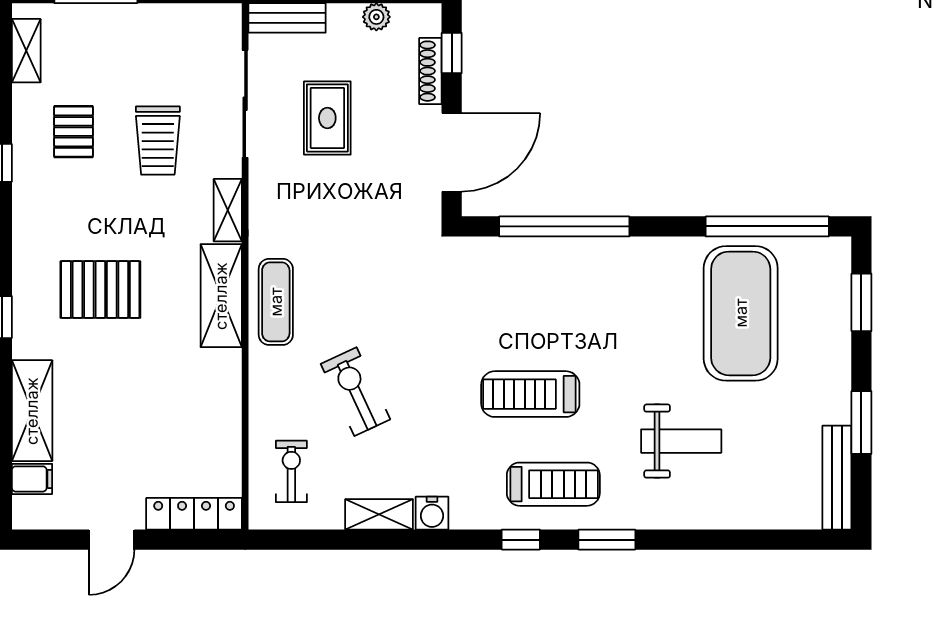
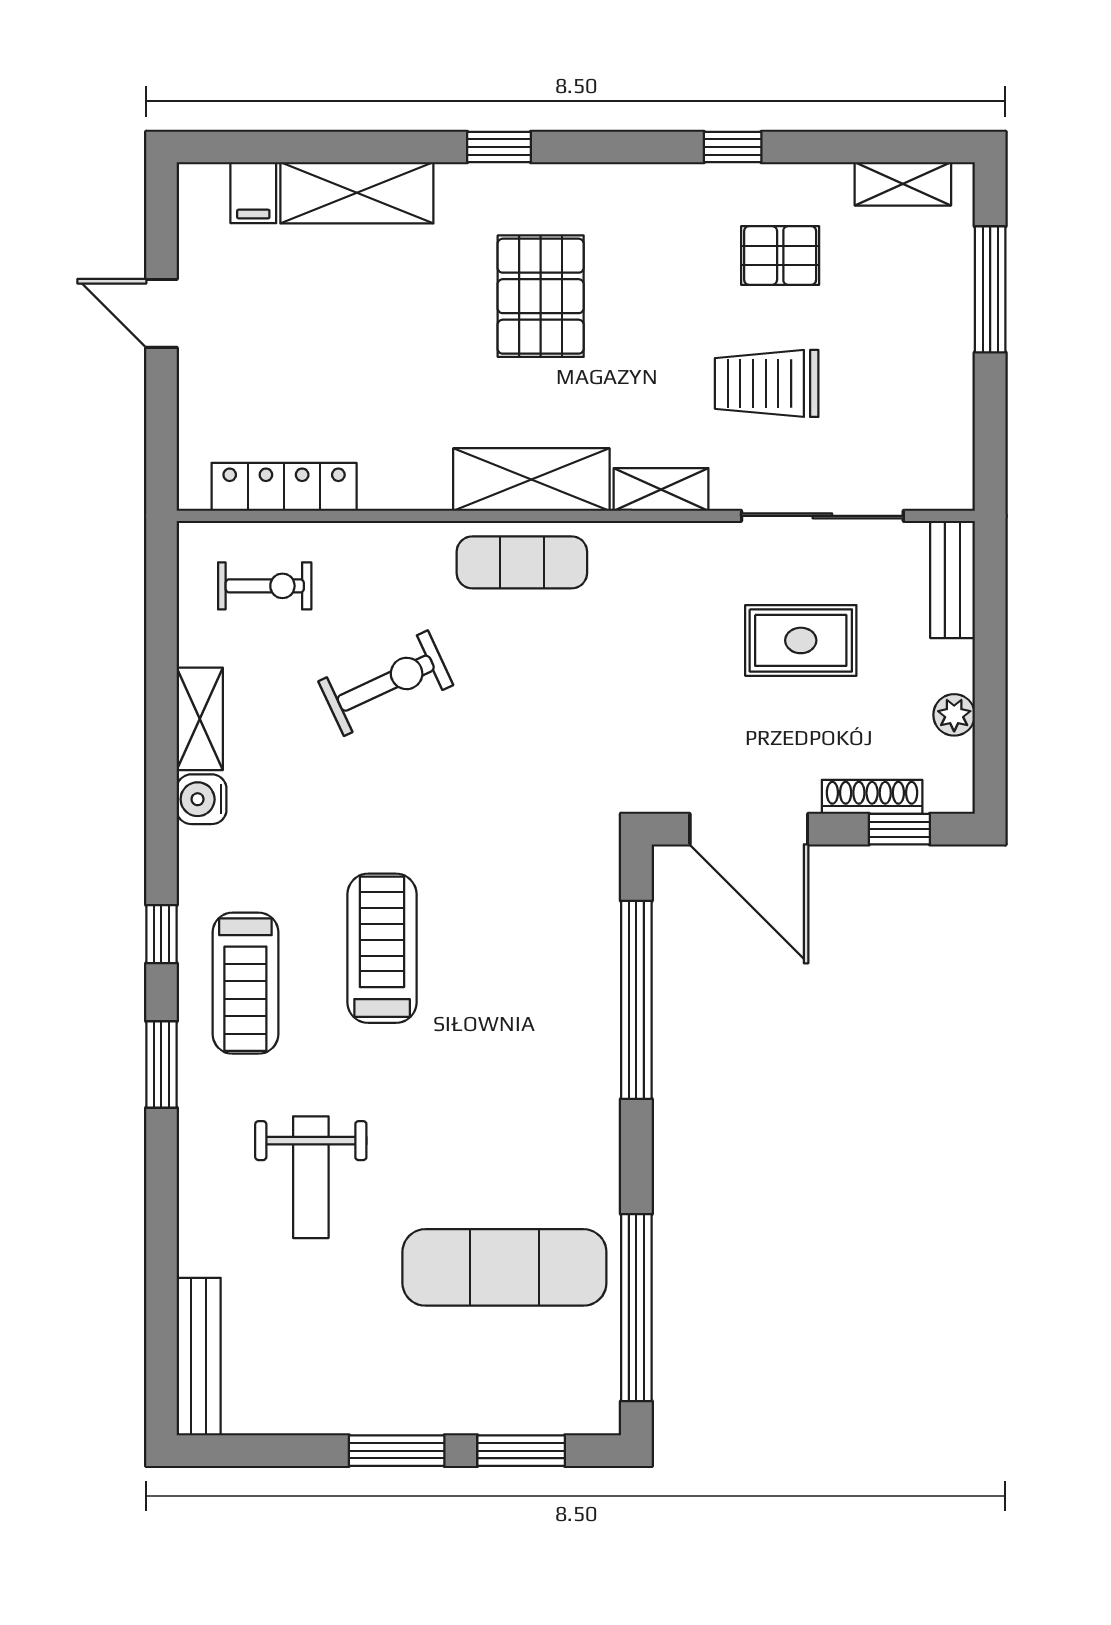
exercise mat: (741, 313) -> (504, 1267), width x0.68
window: (861, 422) -> (397, 1451), moved
bench: (837, 478) -> (199, 1357), moved, turned 90
locker: (194, 514) -> (284, 487), moved, turned -90

